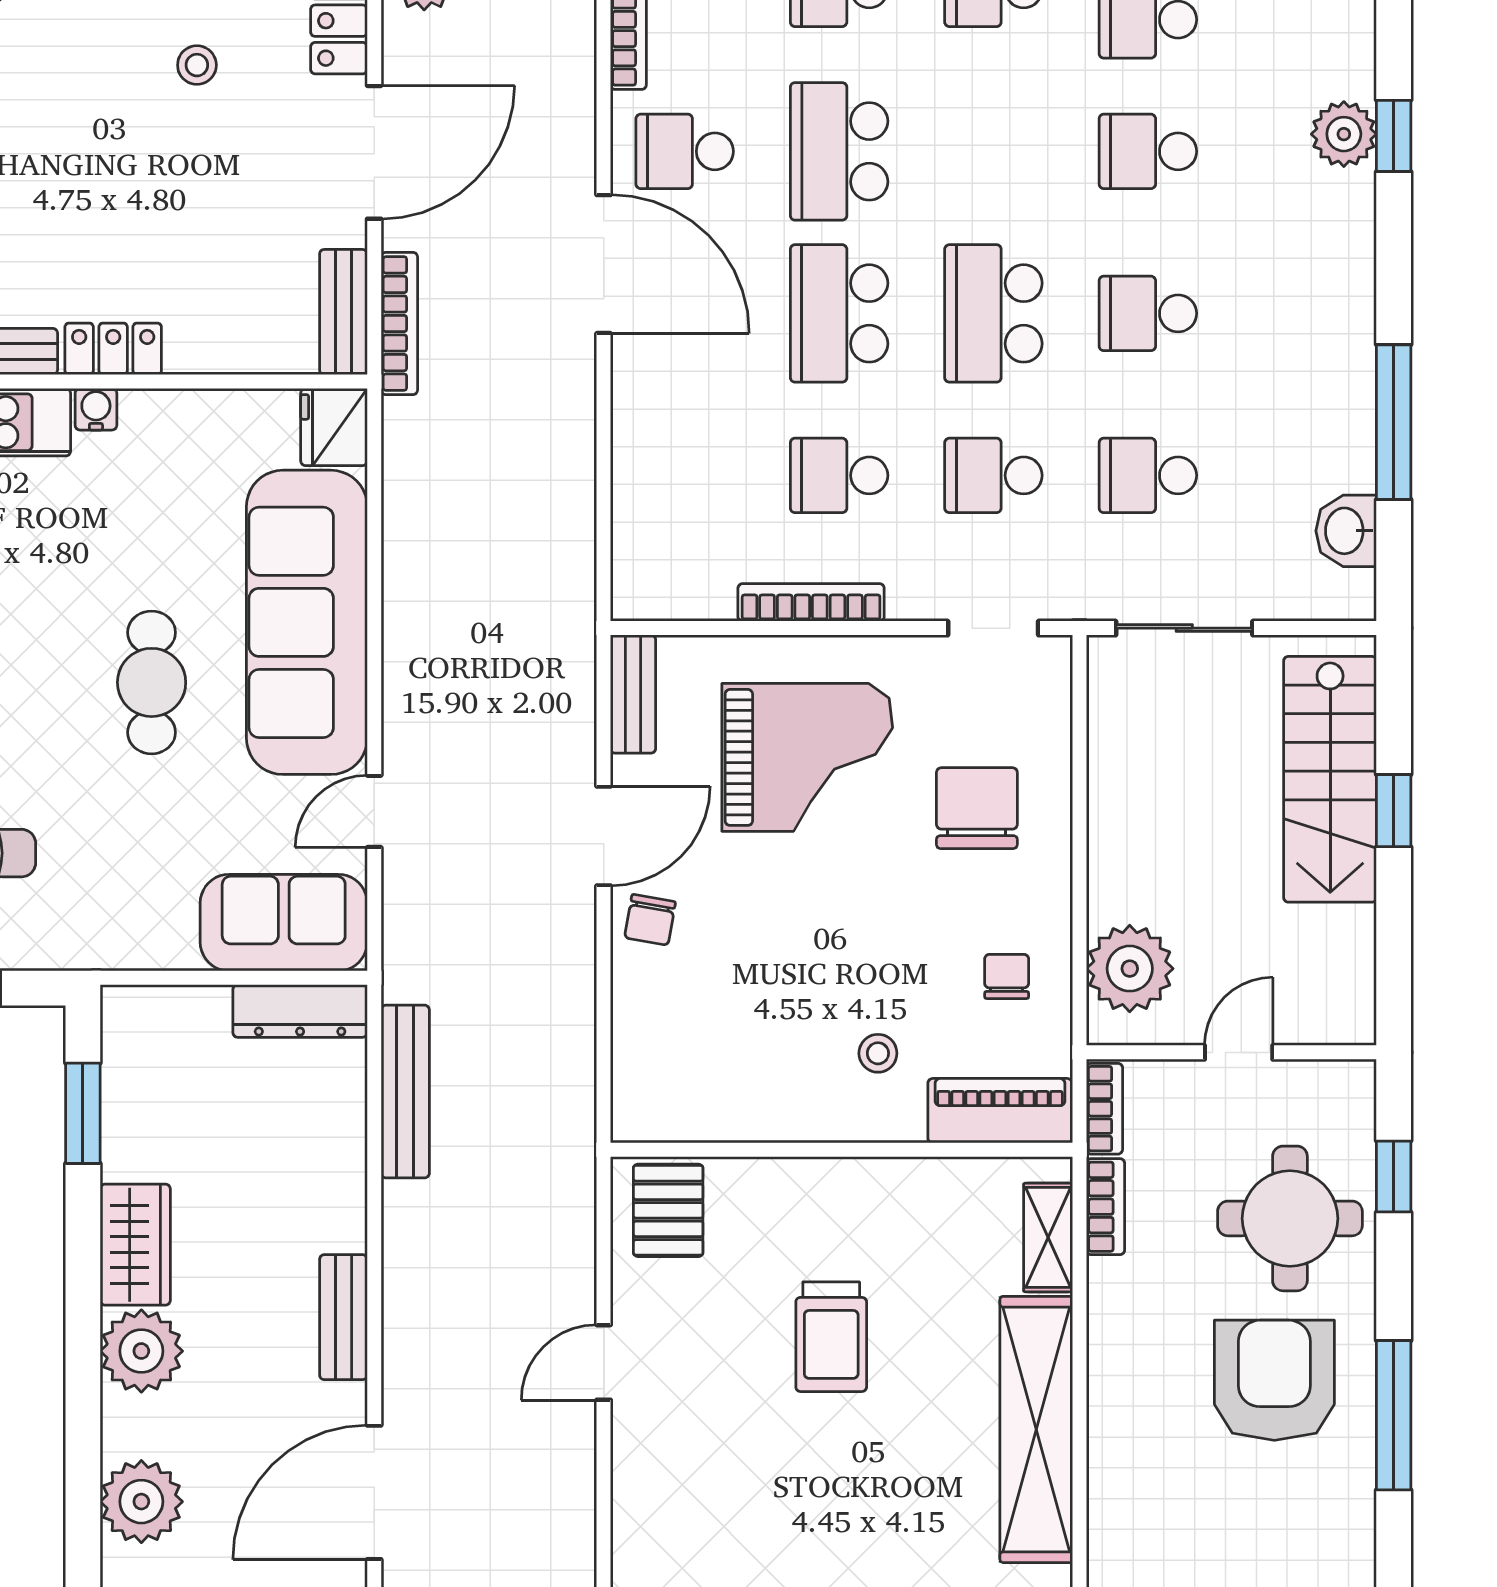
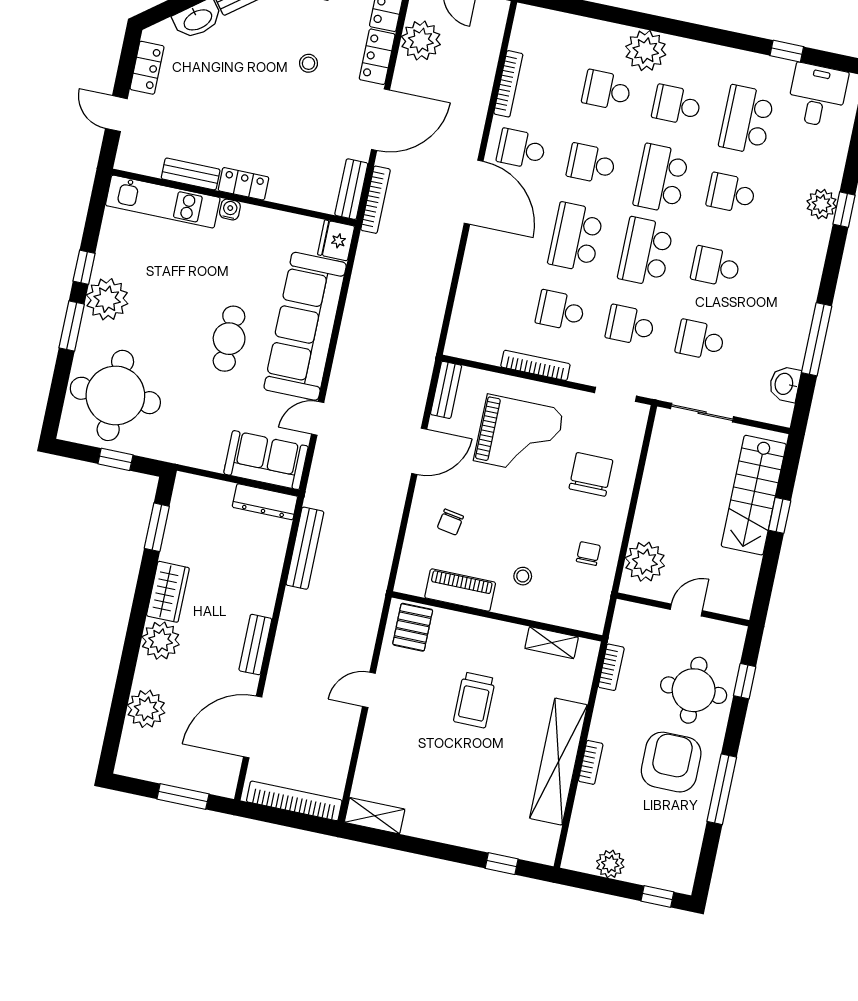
school desk: (839, 151) -> (591, 164), width x0.54
school desk: (993, 151) -> (661, 178), added
chair: (650, 920) -> (450, 522), moved
bookcase: (1104, 1109) -> (591, 762), moved
piano: (1000, 1111) -> (460, 590), moved
shelving: (1048, 1237) -> (552, 643), moved, turned 90

